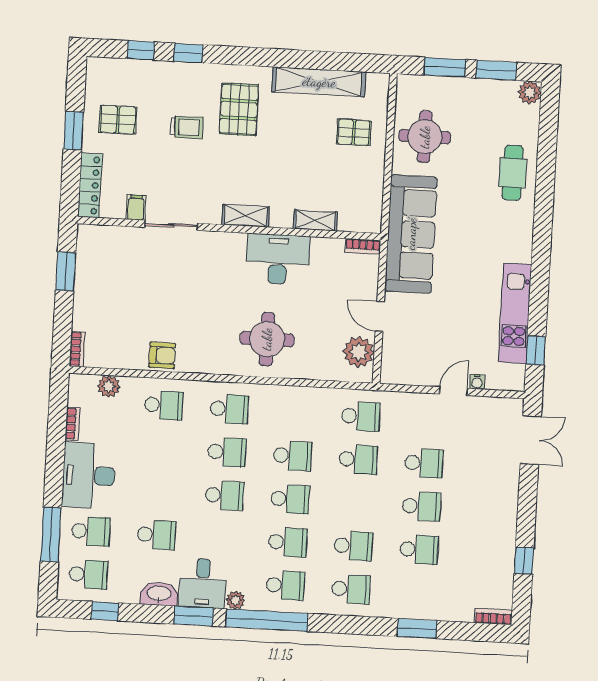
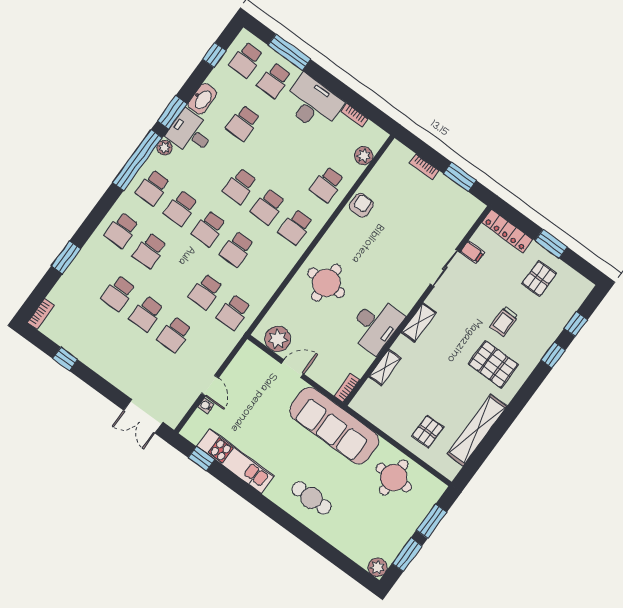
cafe table: (513, 173) -> (312, 498), moved
bookcase: (77, 349) -> (424, 167), moved
armchair: (162, 355) -> (361, 205), turned 180

